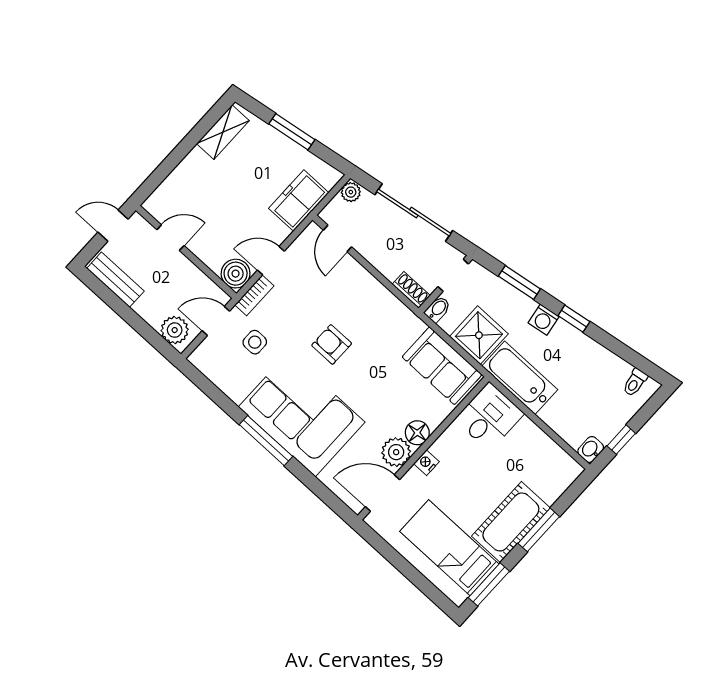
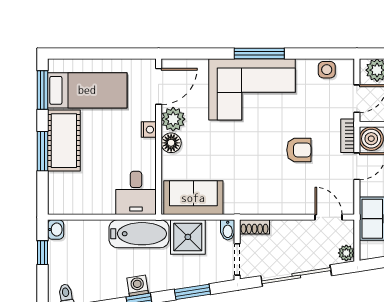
washing machine: (544, 320) -> (138, 286), moved
side table: (255, 342) -> (327, 70), moved
armchair: (332, 344) -> (299, 150), moved

